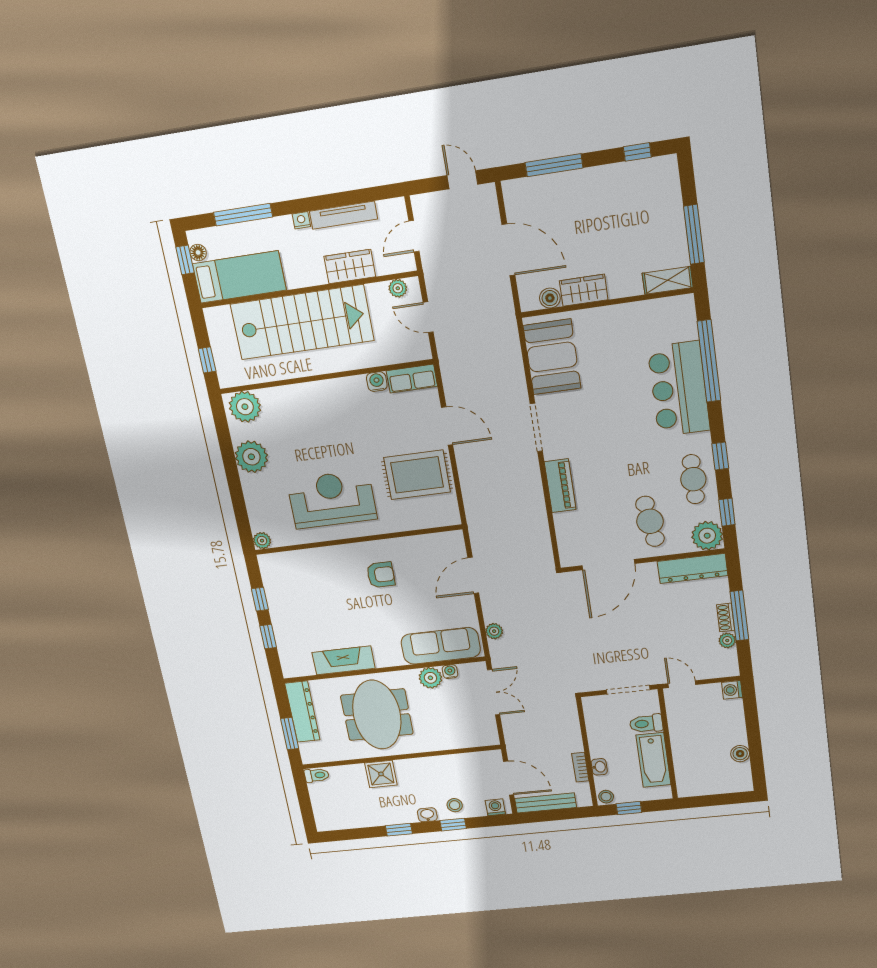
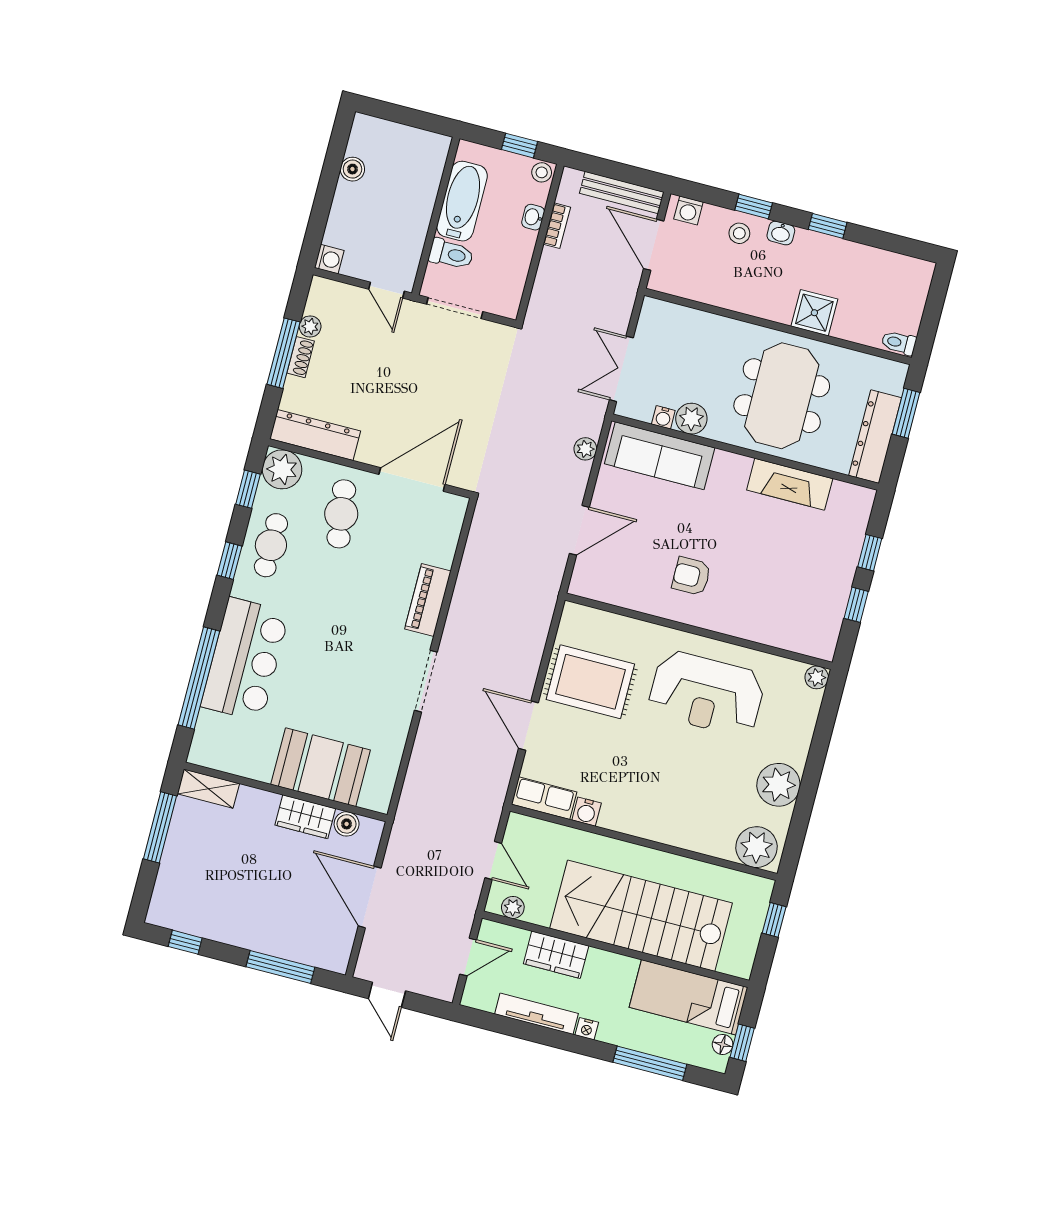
booth: (552, 357) -> (321, 767), moved, turned 90

